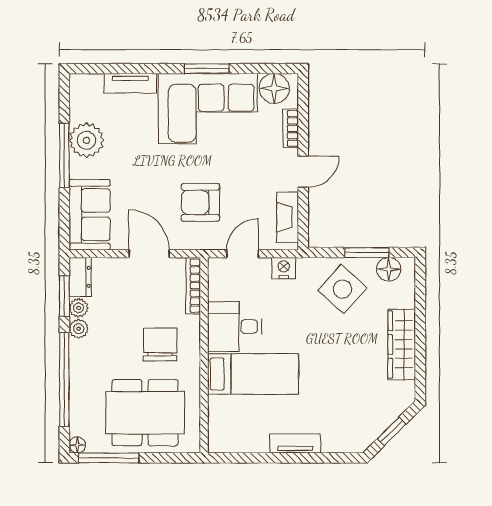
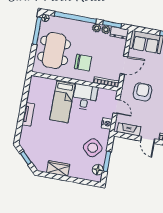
wardrobe: (402, 344) -> (58, 168), width x0.67

